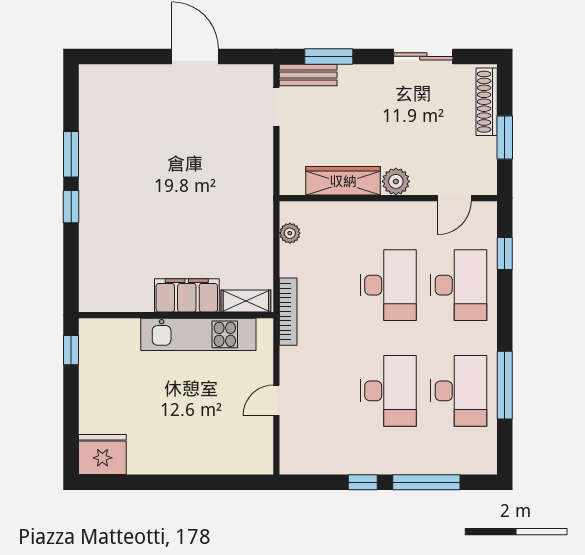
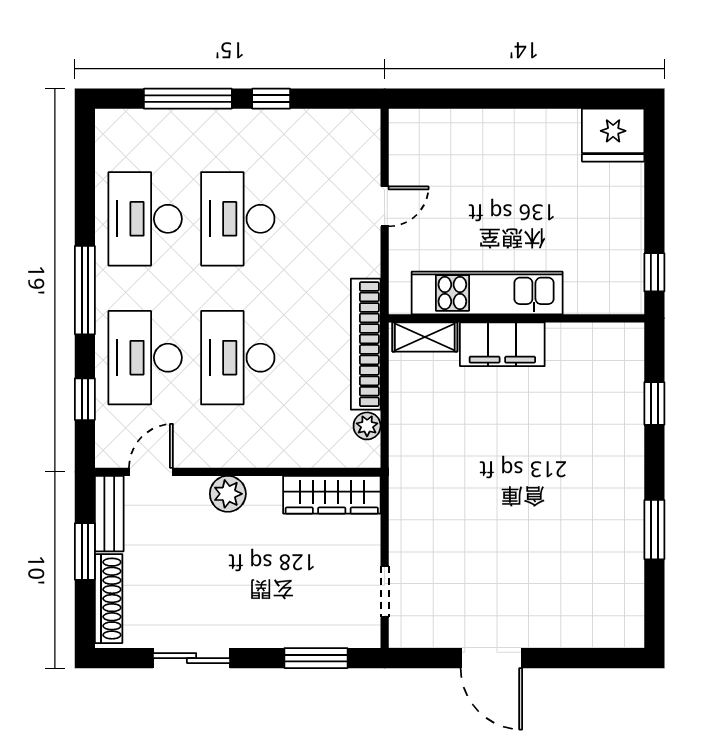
bench: (308, 75) -> (109, 514), moved, turned 90
wardrobe: (343, 181) -> (332, 495), moved
window: (71, 207) -> (654, 403), moved
bookcase: (288, 312) -> (366, 344), width x1.48, depth x1.31
window: (505, 385) -> (85, 290), moved

